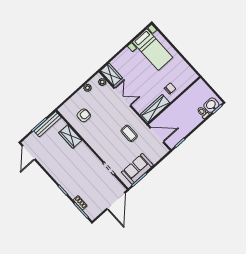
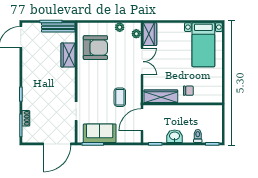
washbasin: (211, 105) -> (175, 136), moved
armchair: (84, 115) -> (95, 48), width x1.88, depth x1.88
door: (157, 135) -> (142, 120), swing flipped

